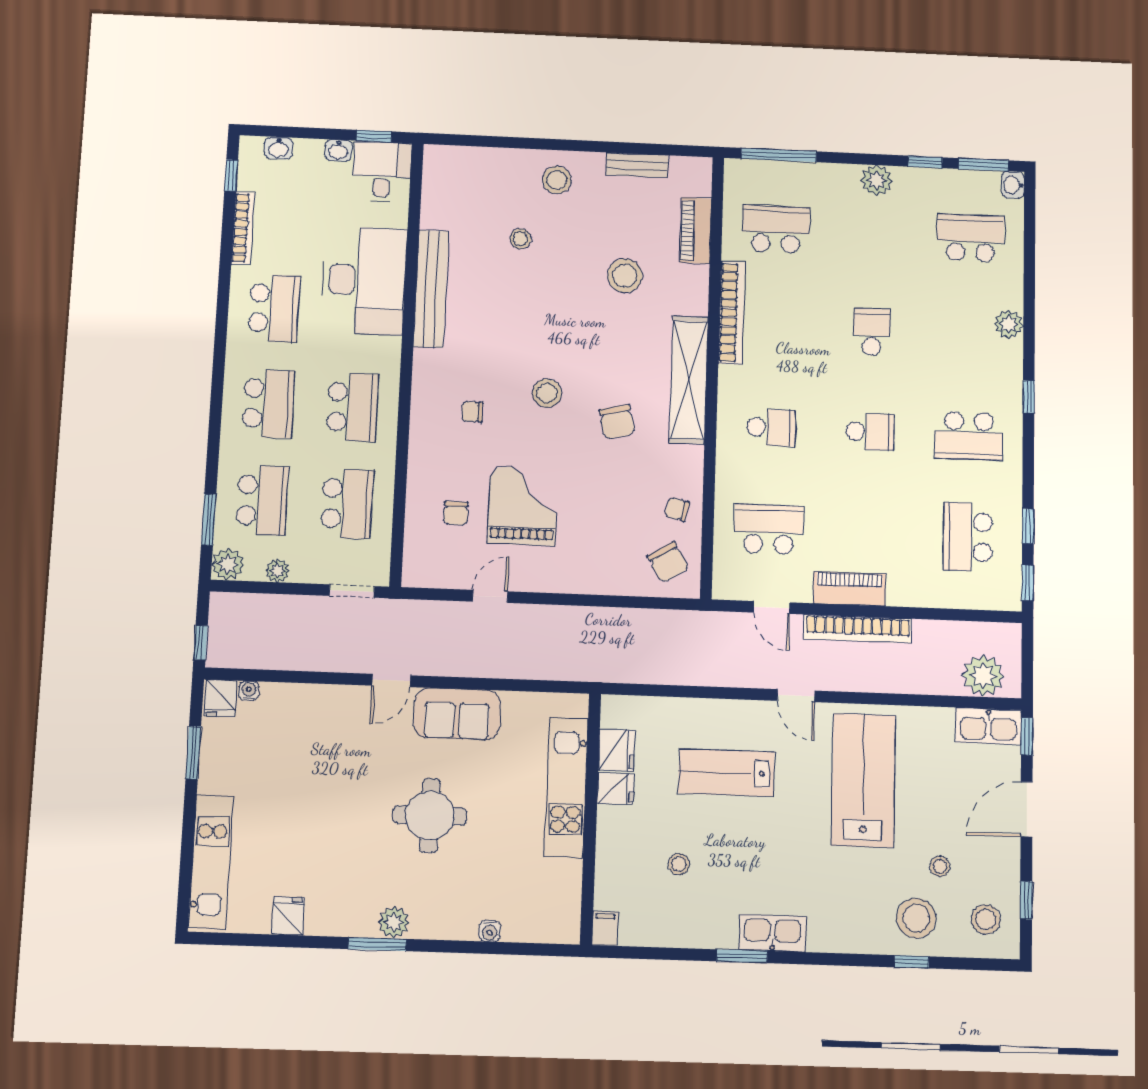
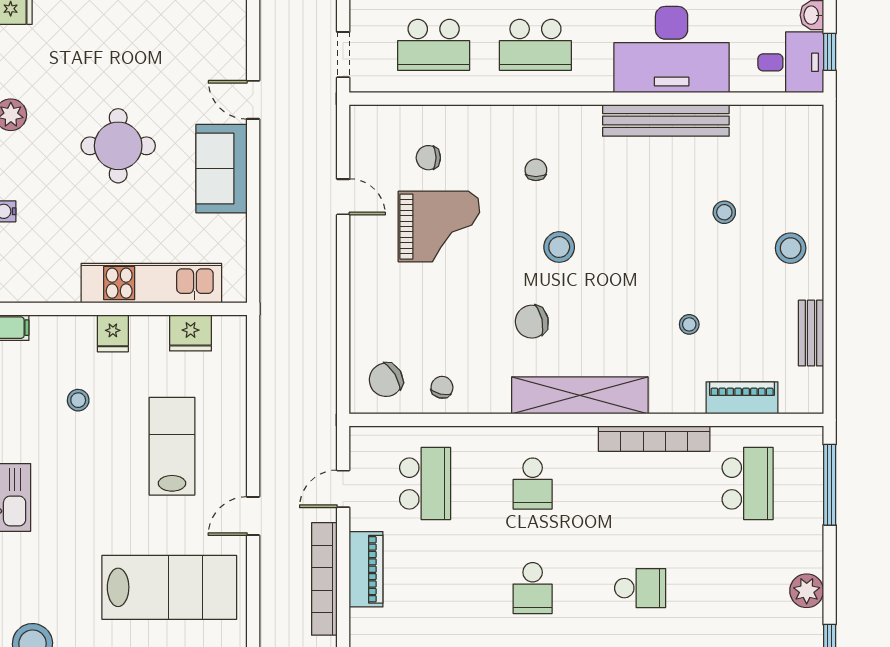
stool: (625, 276) -> (689, 324), width x0.53, depth x0.53
fridge: (616, 789) -> (113, 333), moved

